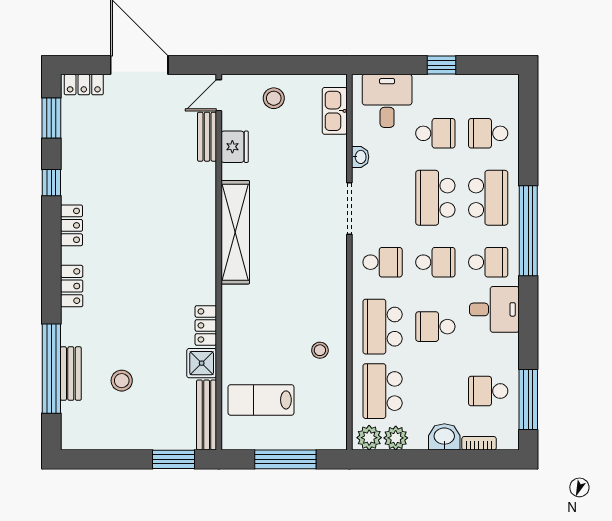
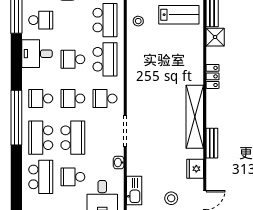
school desk: (488, 133) -> (41, 177), width x1.85
bench: (207, 137) -> (212, 143), moved
desk: (494, 309) -> (37, 54), moved
locker: (206, 325) -> (213, 76), moved
school desk: (435, 327) -> (73, 59), turned 180
stool: (320, 350) -> (138, 21), moved

